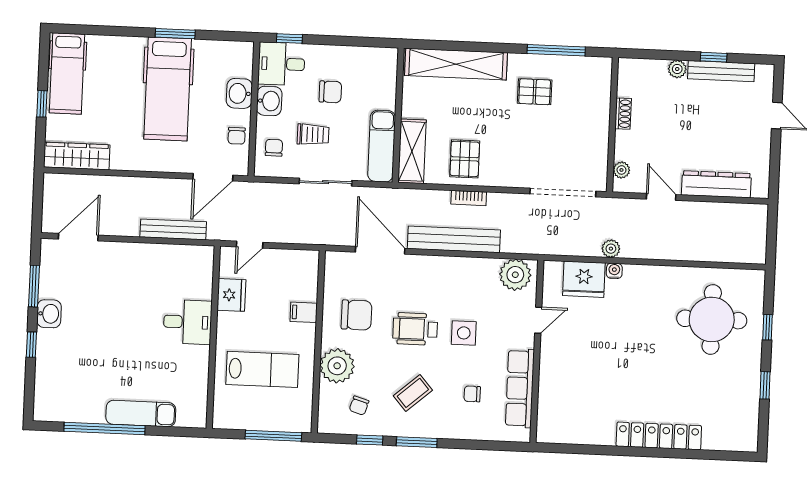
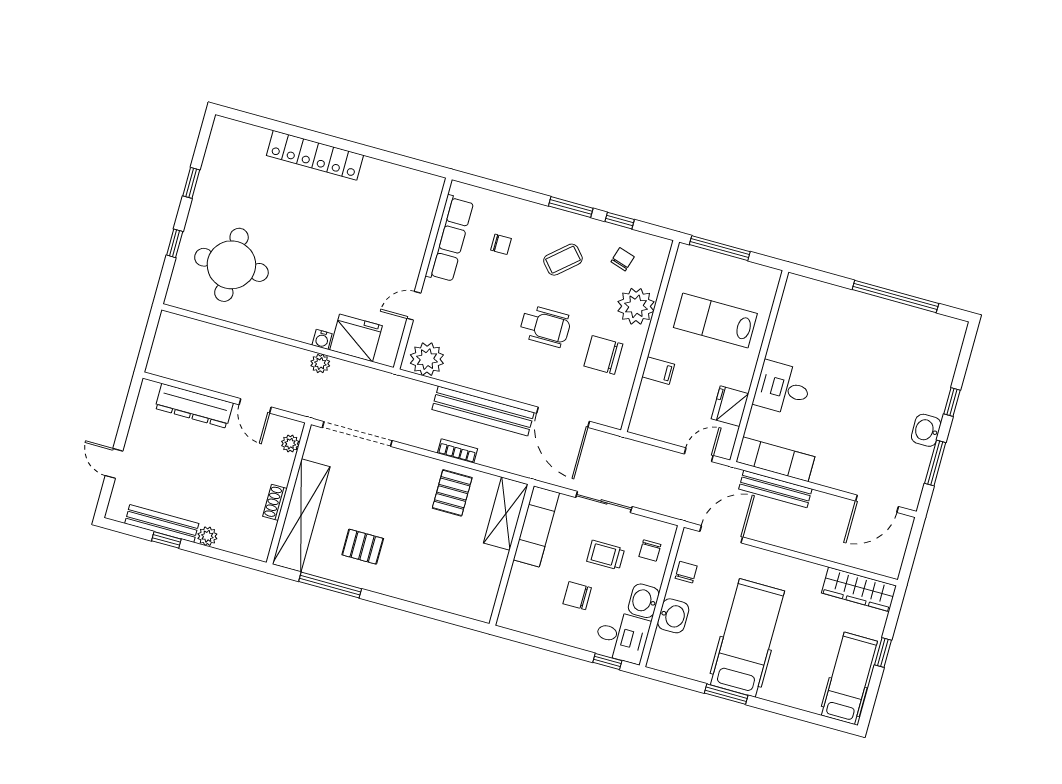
shelving: (456, 64) -> (301, 515), moved, turned 90
side table: (464, 333) -> (495, 310), removed
exam couch: (141, 413) -> (775, 459), moved, turned 180

